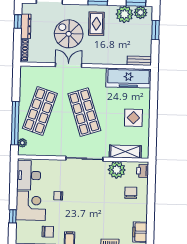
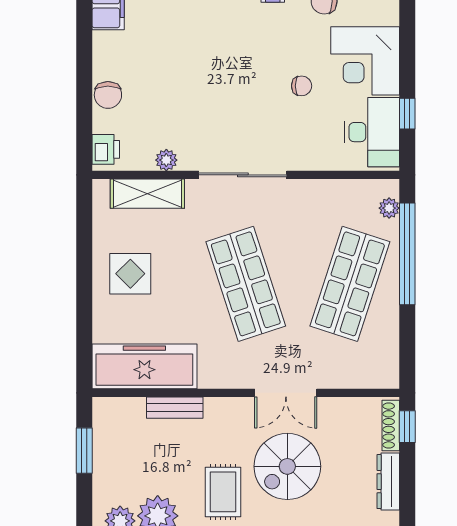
window: (18, 21) -> (407, 427), moved
window: (155, 30) -> (84, 451), moved
spiral stairs: (69, 34) -> (287, 466), turned 90
bench: (139, 61) -> (175, 408), moved
plant: (117, 170) -> (166, 160), width x0.53, depth x0.53
chair: (131, 193) -> (108, 95), moved
window: (13, 216) -> (407, 114), moved

